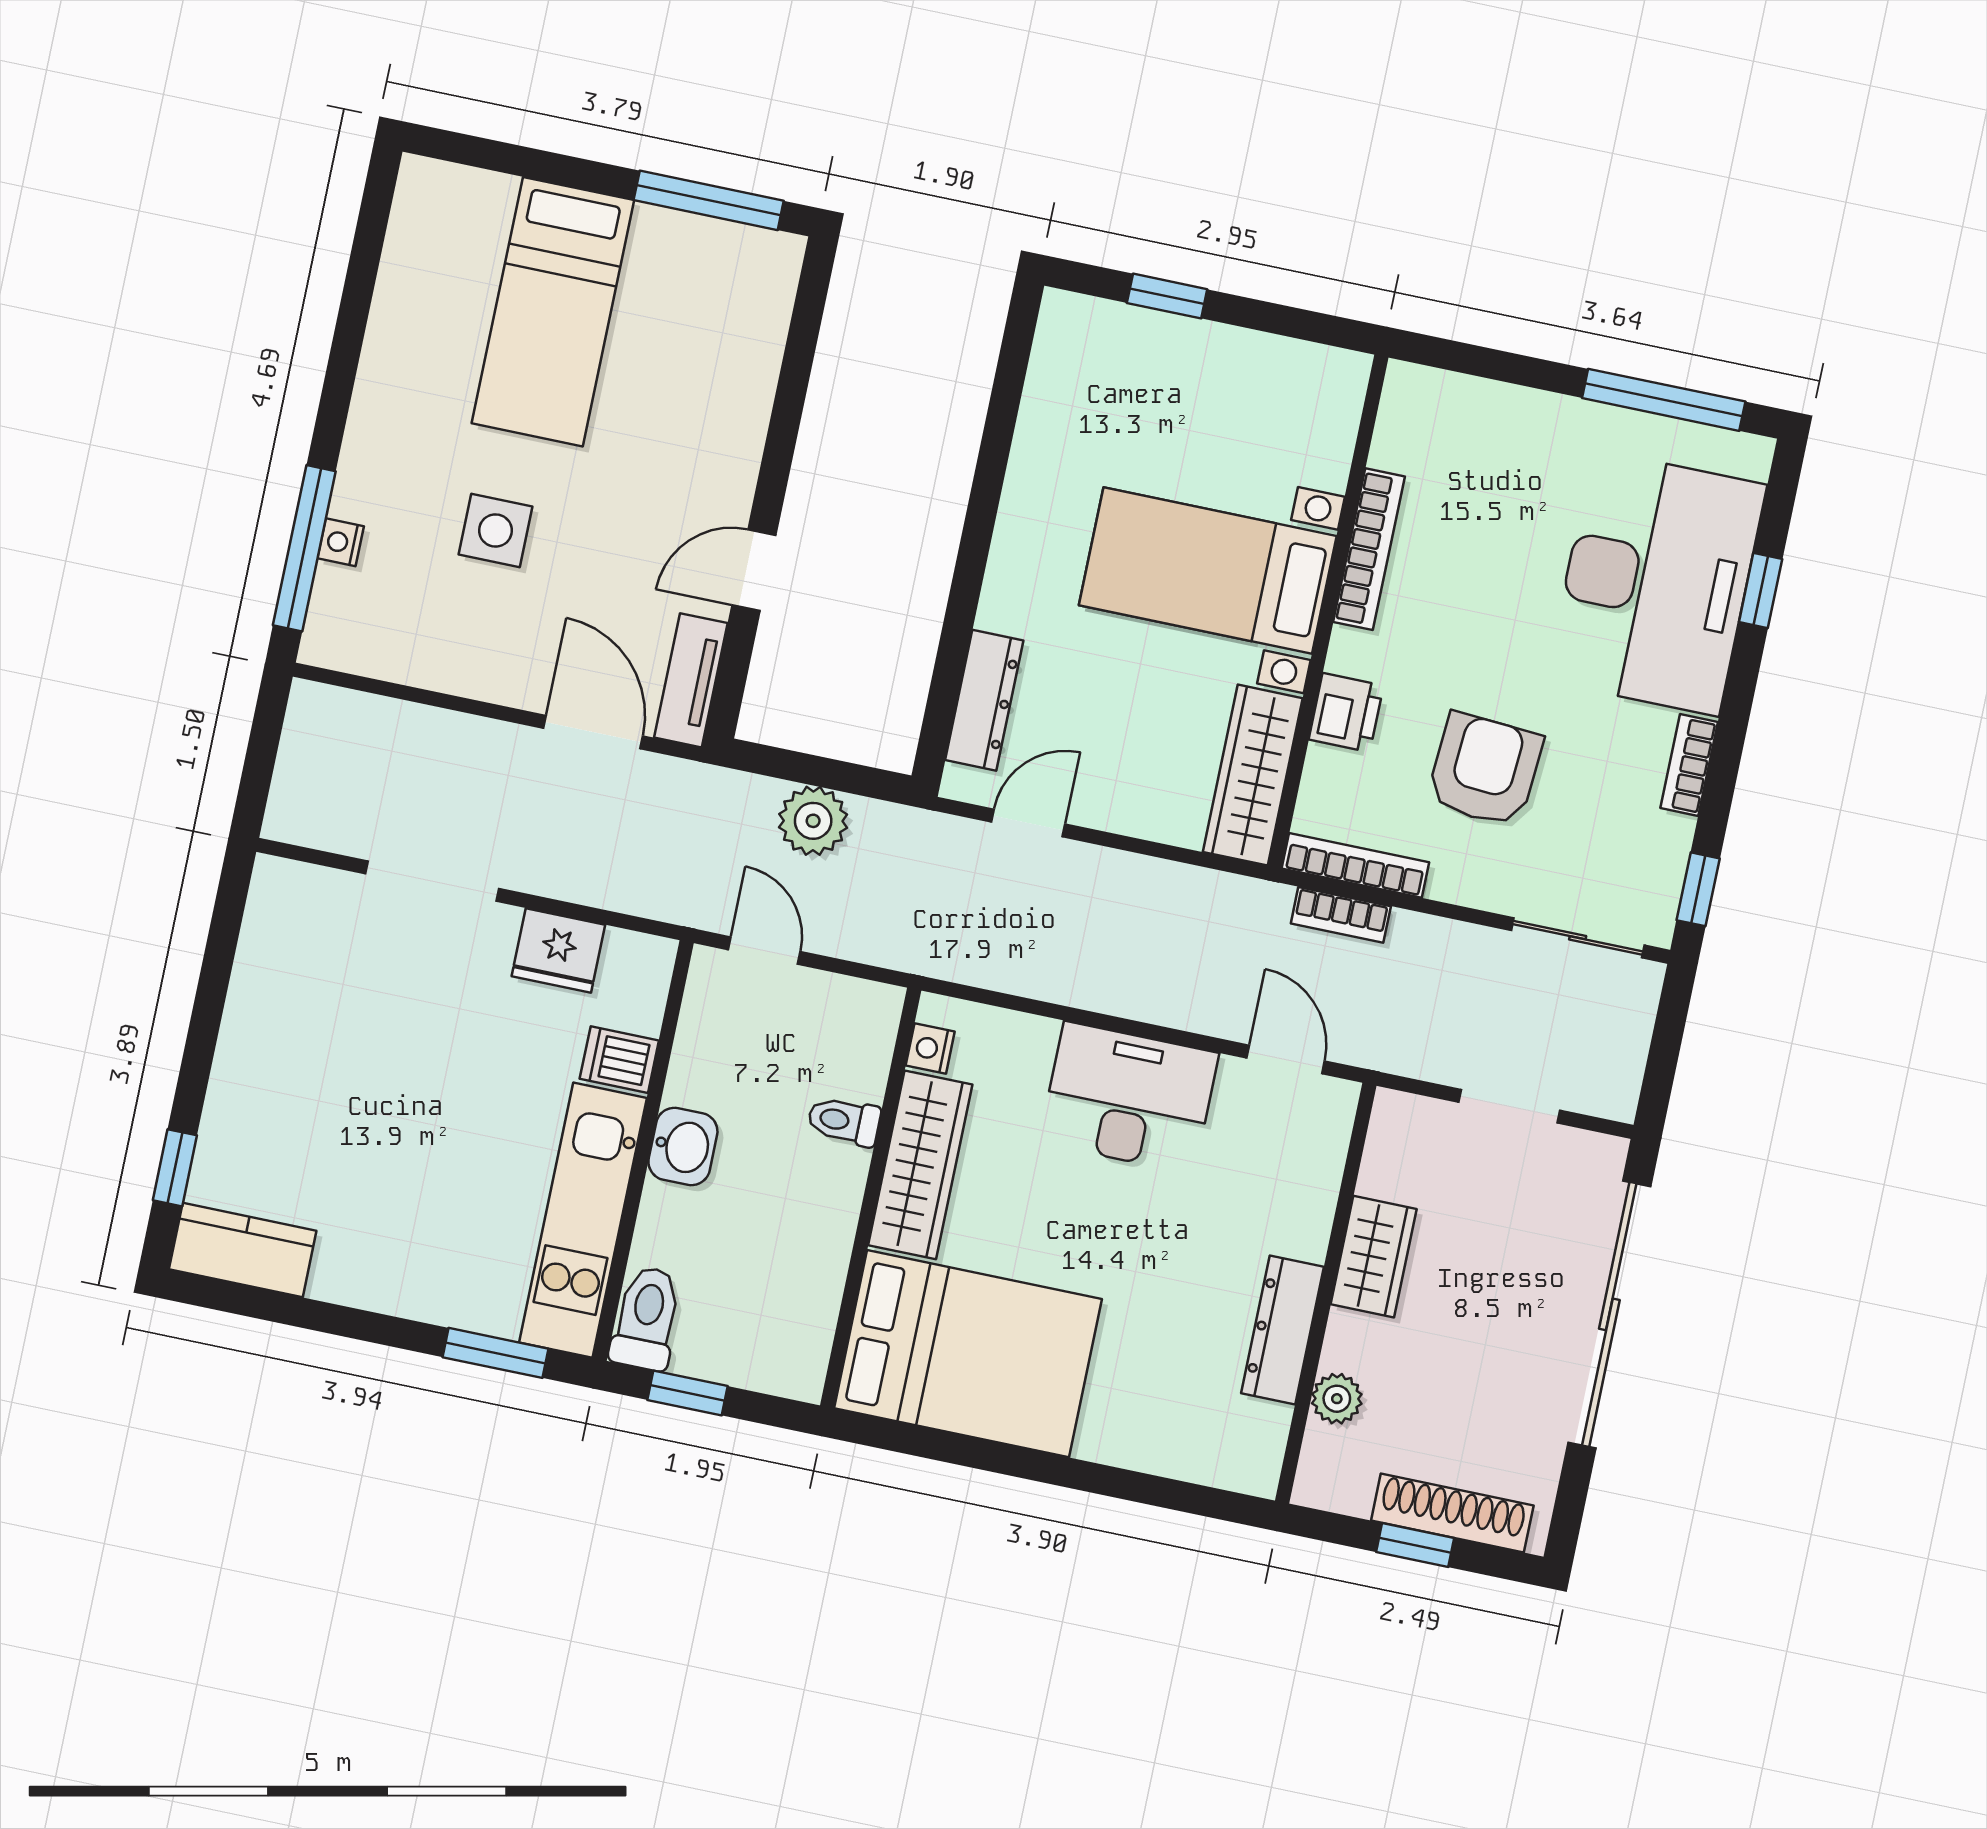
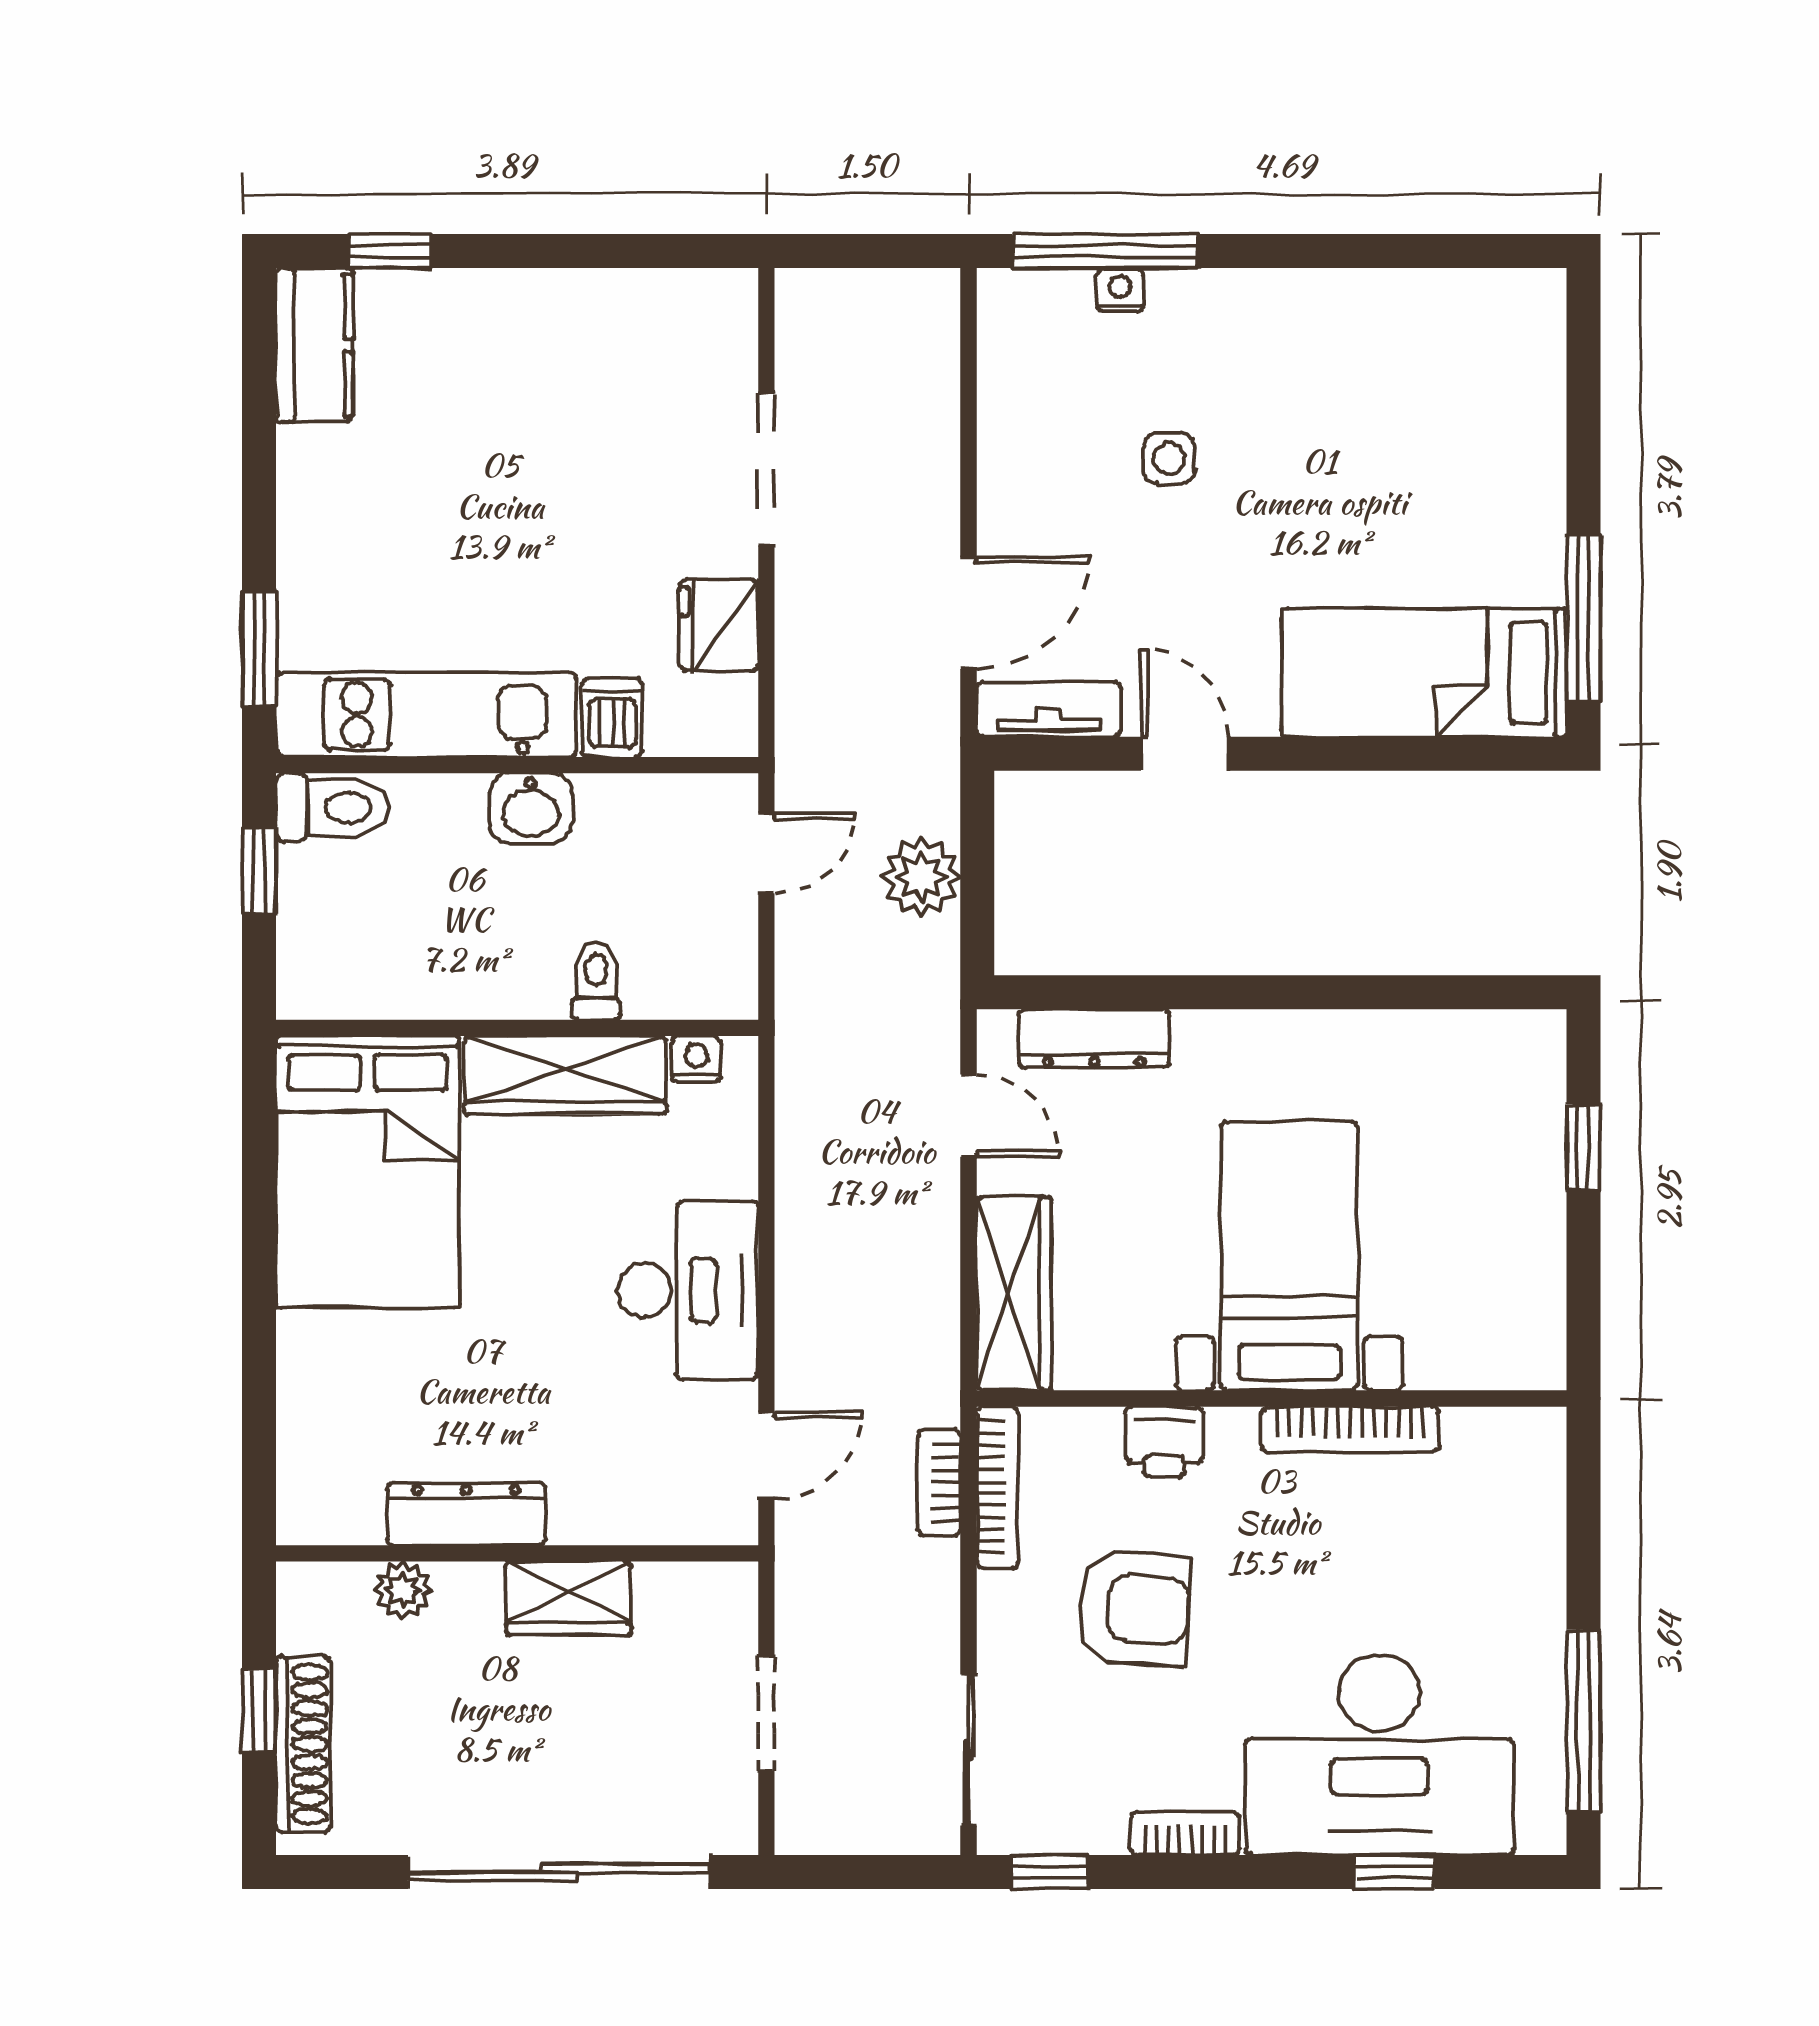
bed: (553, 312) -> (1424, 673), moved
side table: (495, 530) -> (1169, 458), width x0.73, depth x0.73
wardrobe: (1253, 775) -> (1014, 1294), moved, turned 90

